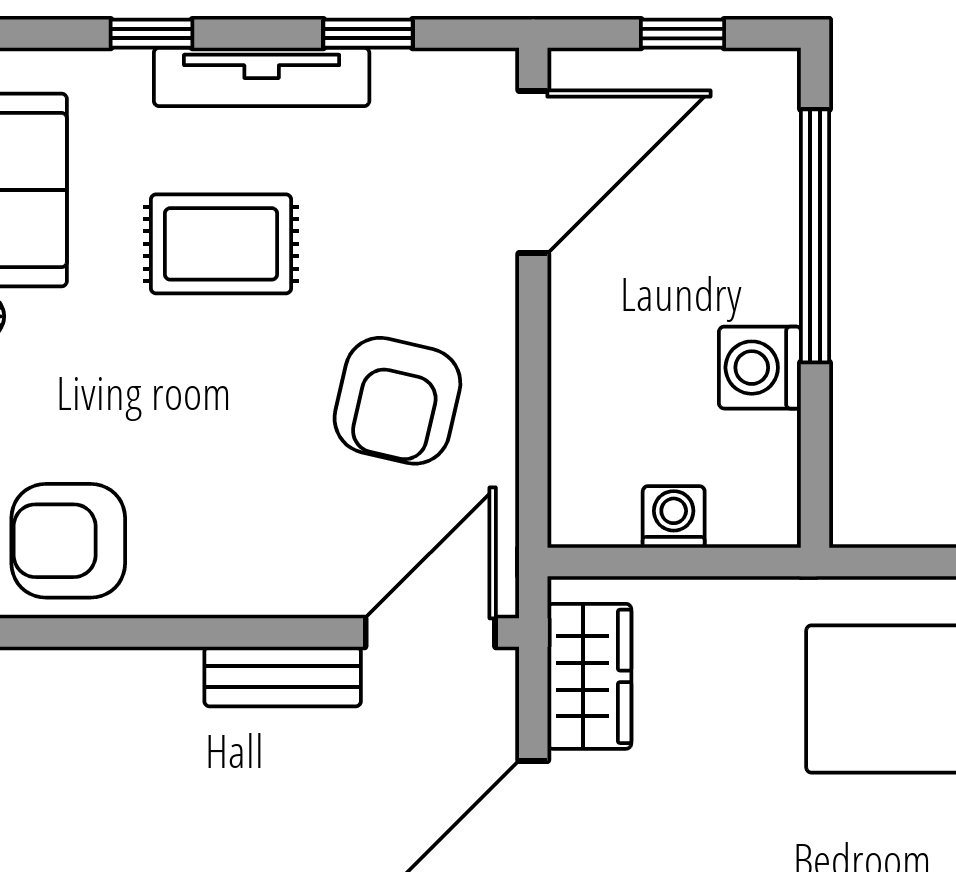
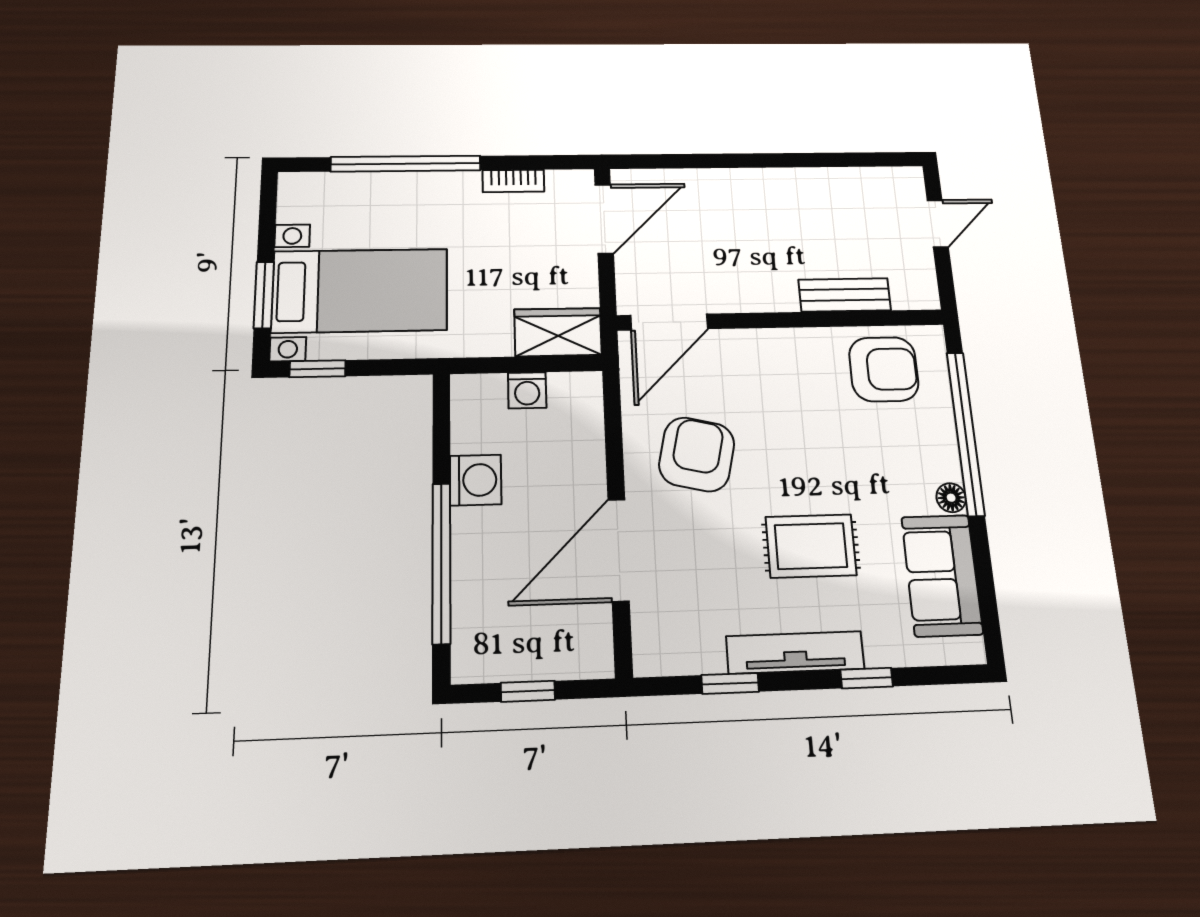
door: (533, 172) -> (619, 550), moved
wardrobe: (589, 676) -> (558, 332), moved, turned 90
bench: (283, 677) -> (845, 295), moved

